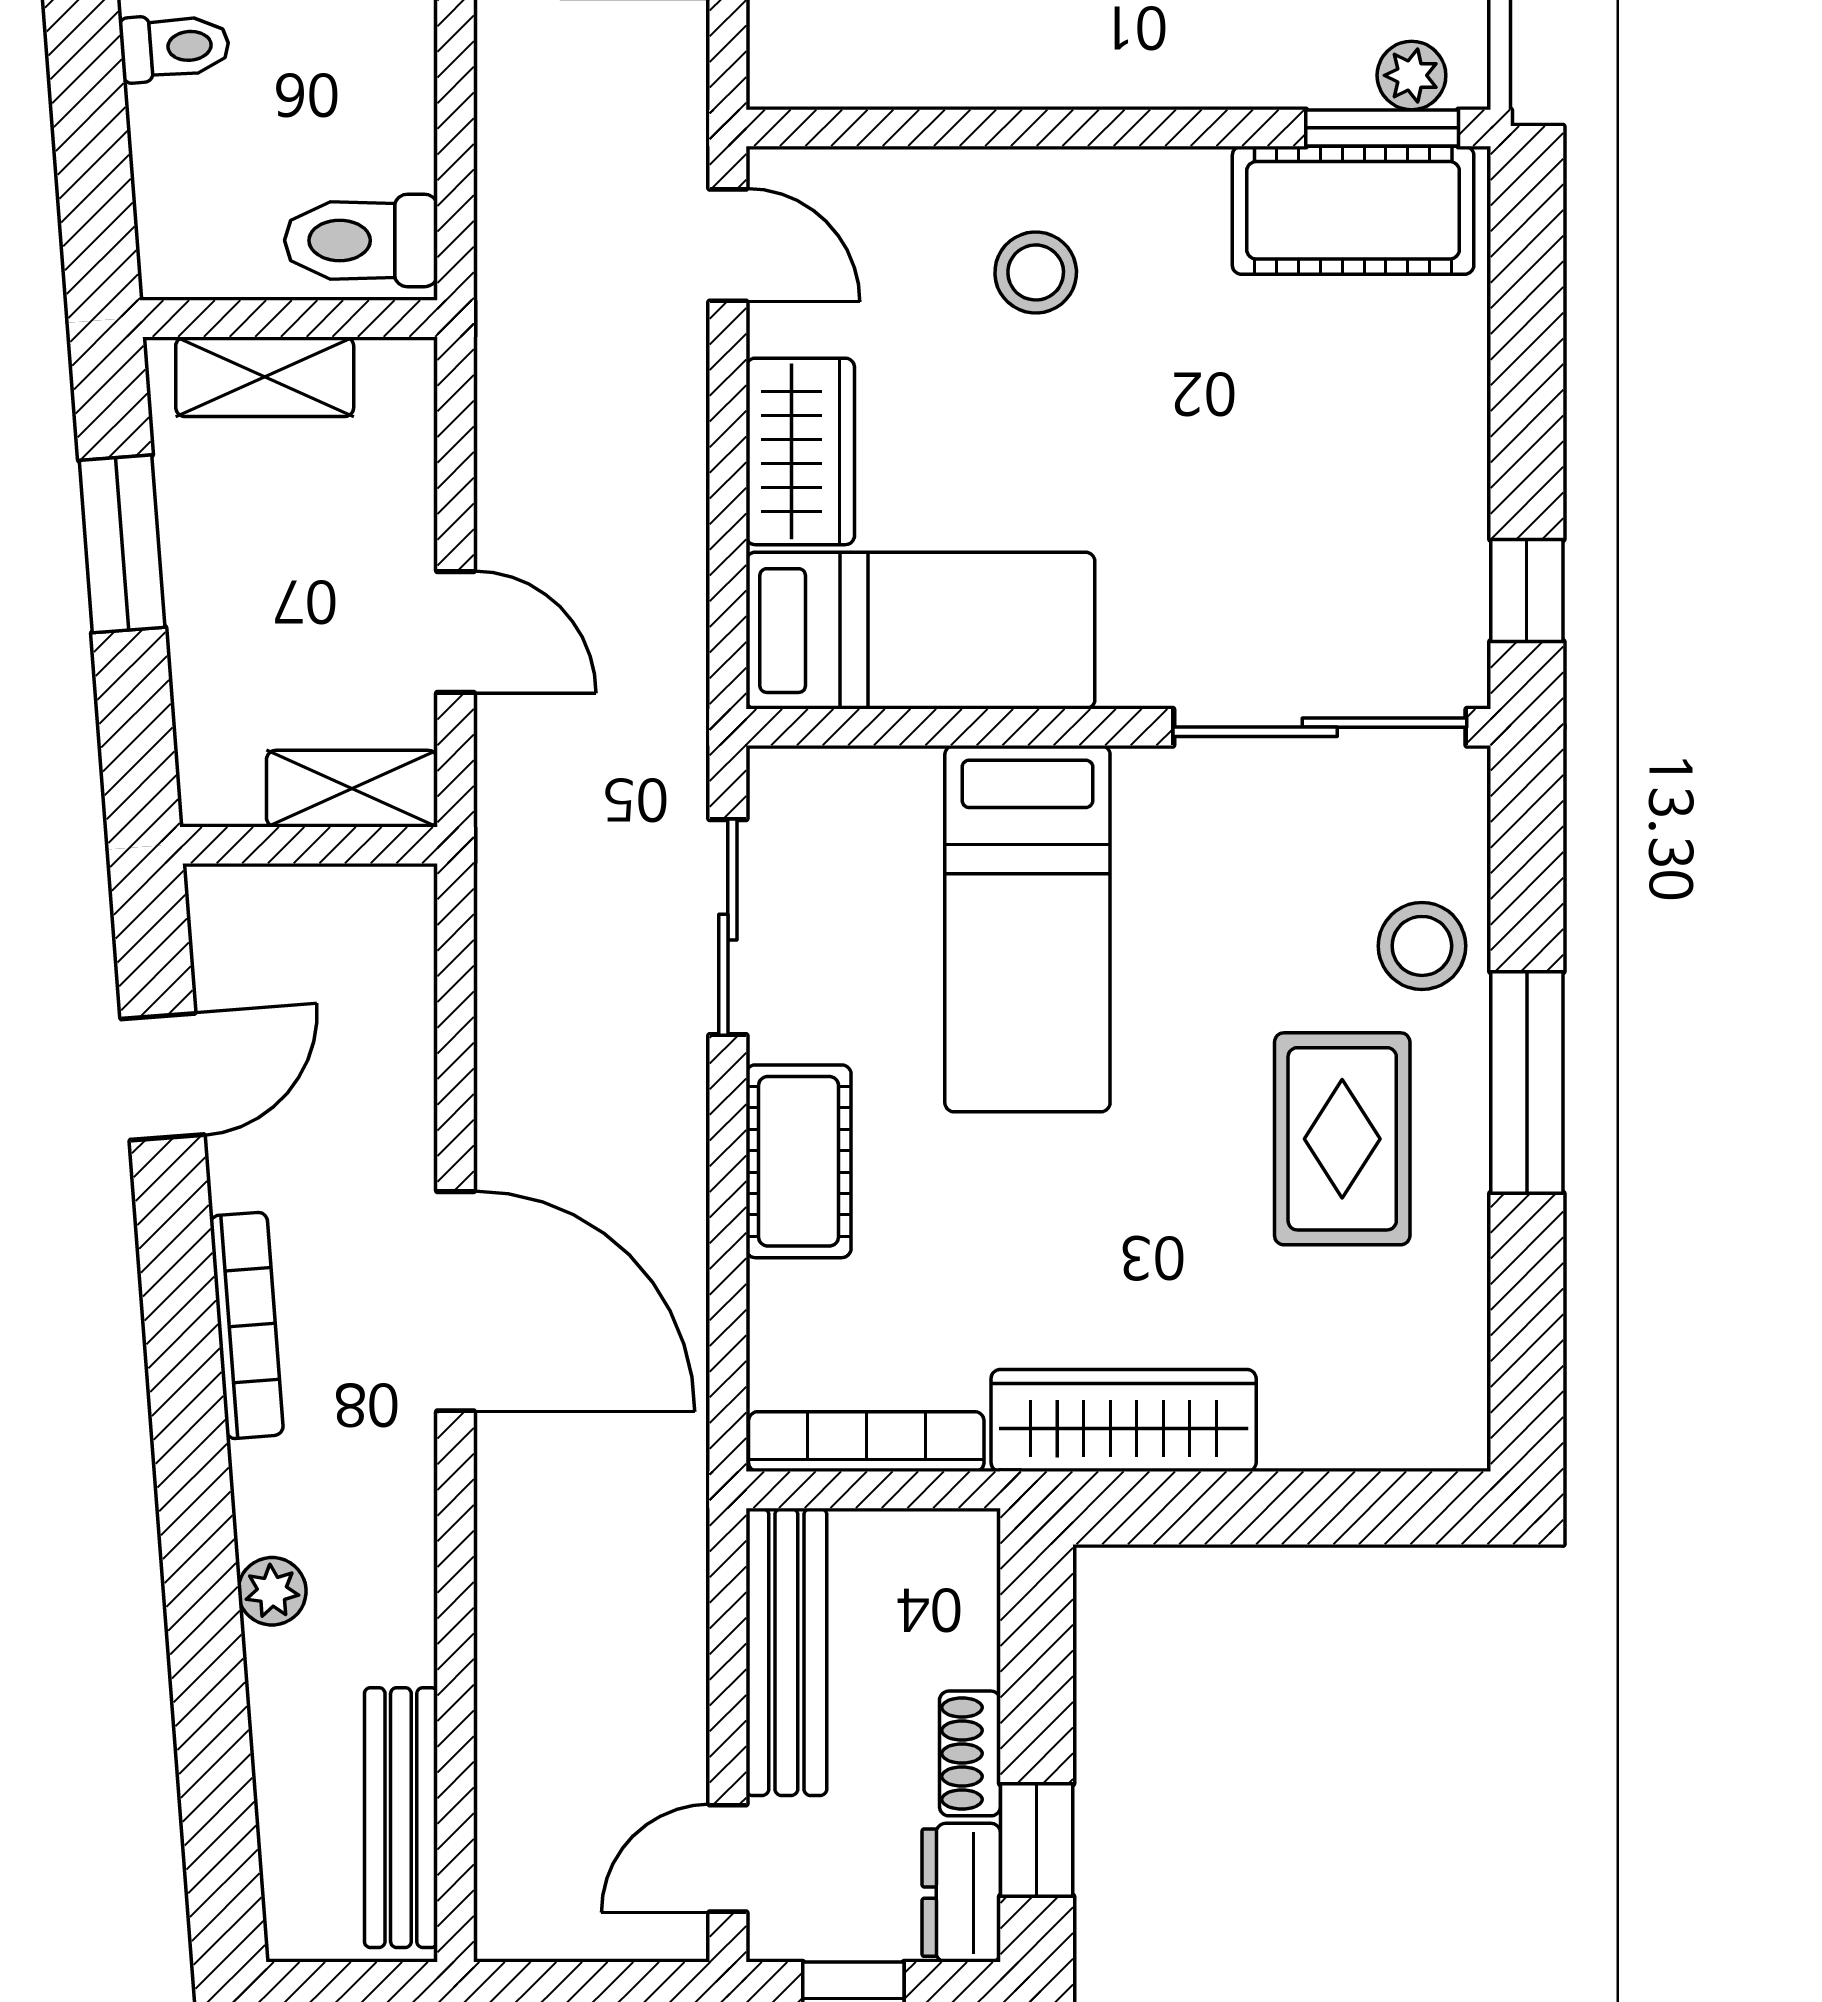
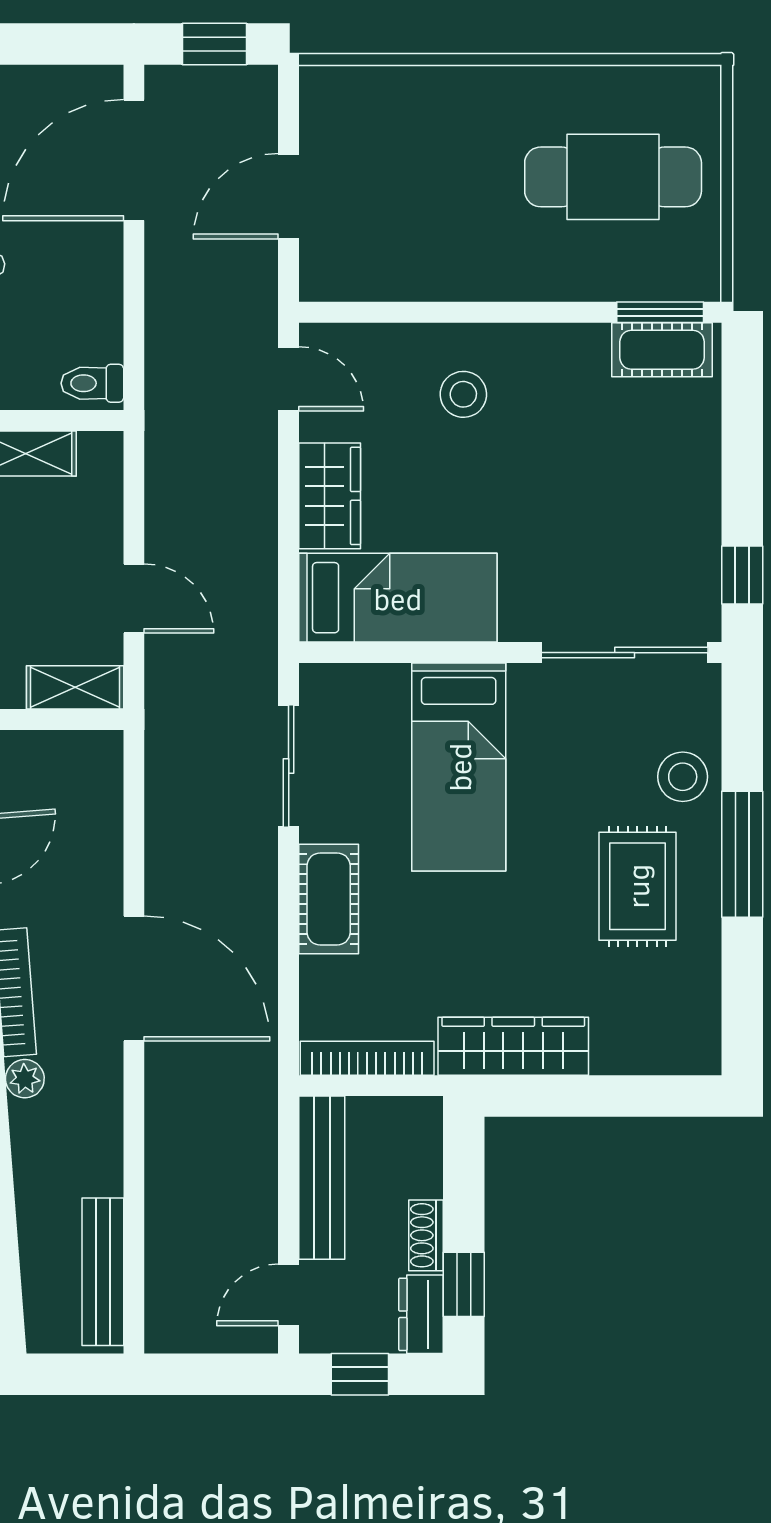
plant: (1411, 75) -> (677, 282), removed
cot: (1353, 210) -> (662, 350), width x0.73, depth x0.75
toilet: (361, 240) -> (92, 383), width x0.73, depth x0.72
plant: (272, 1591) -> (25, 1079), moved

